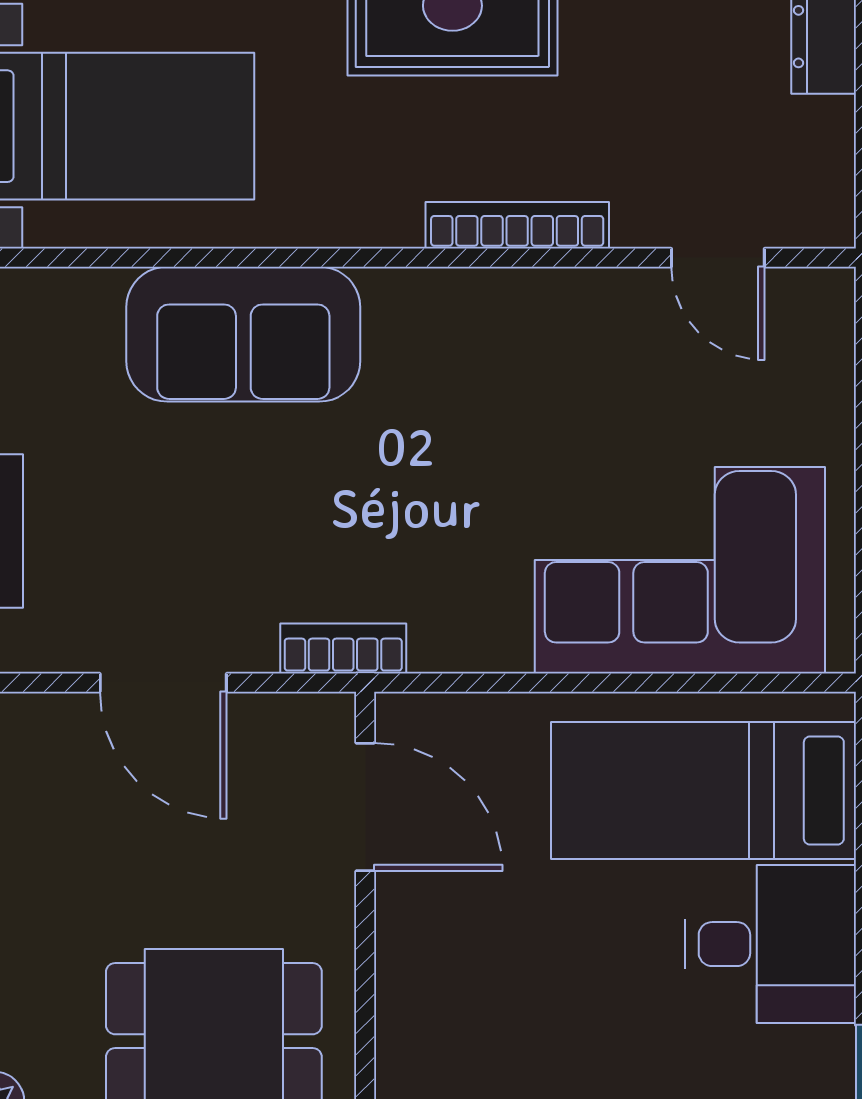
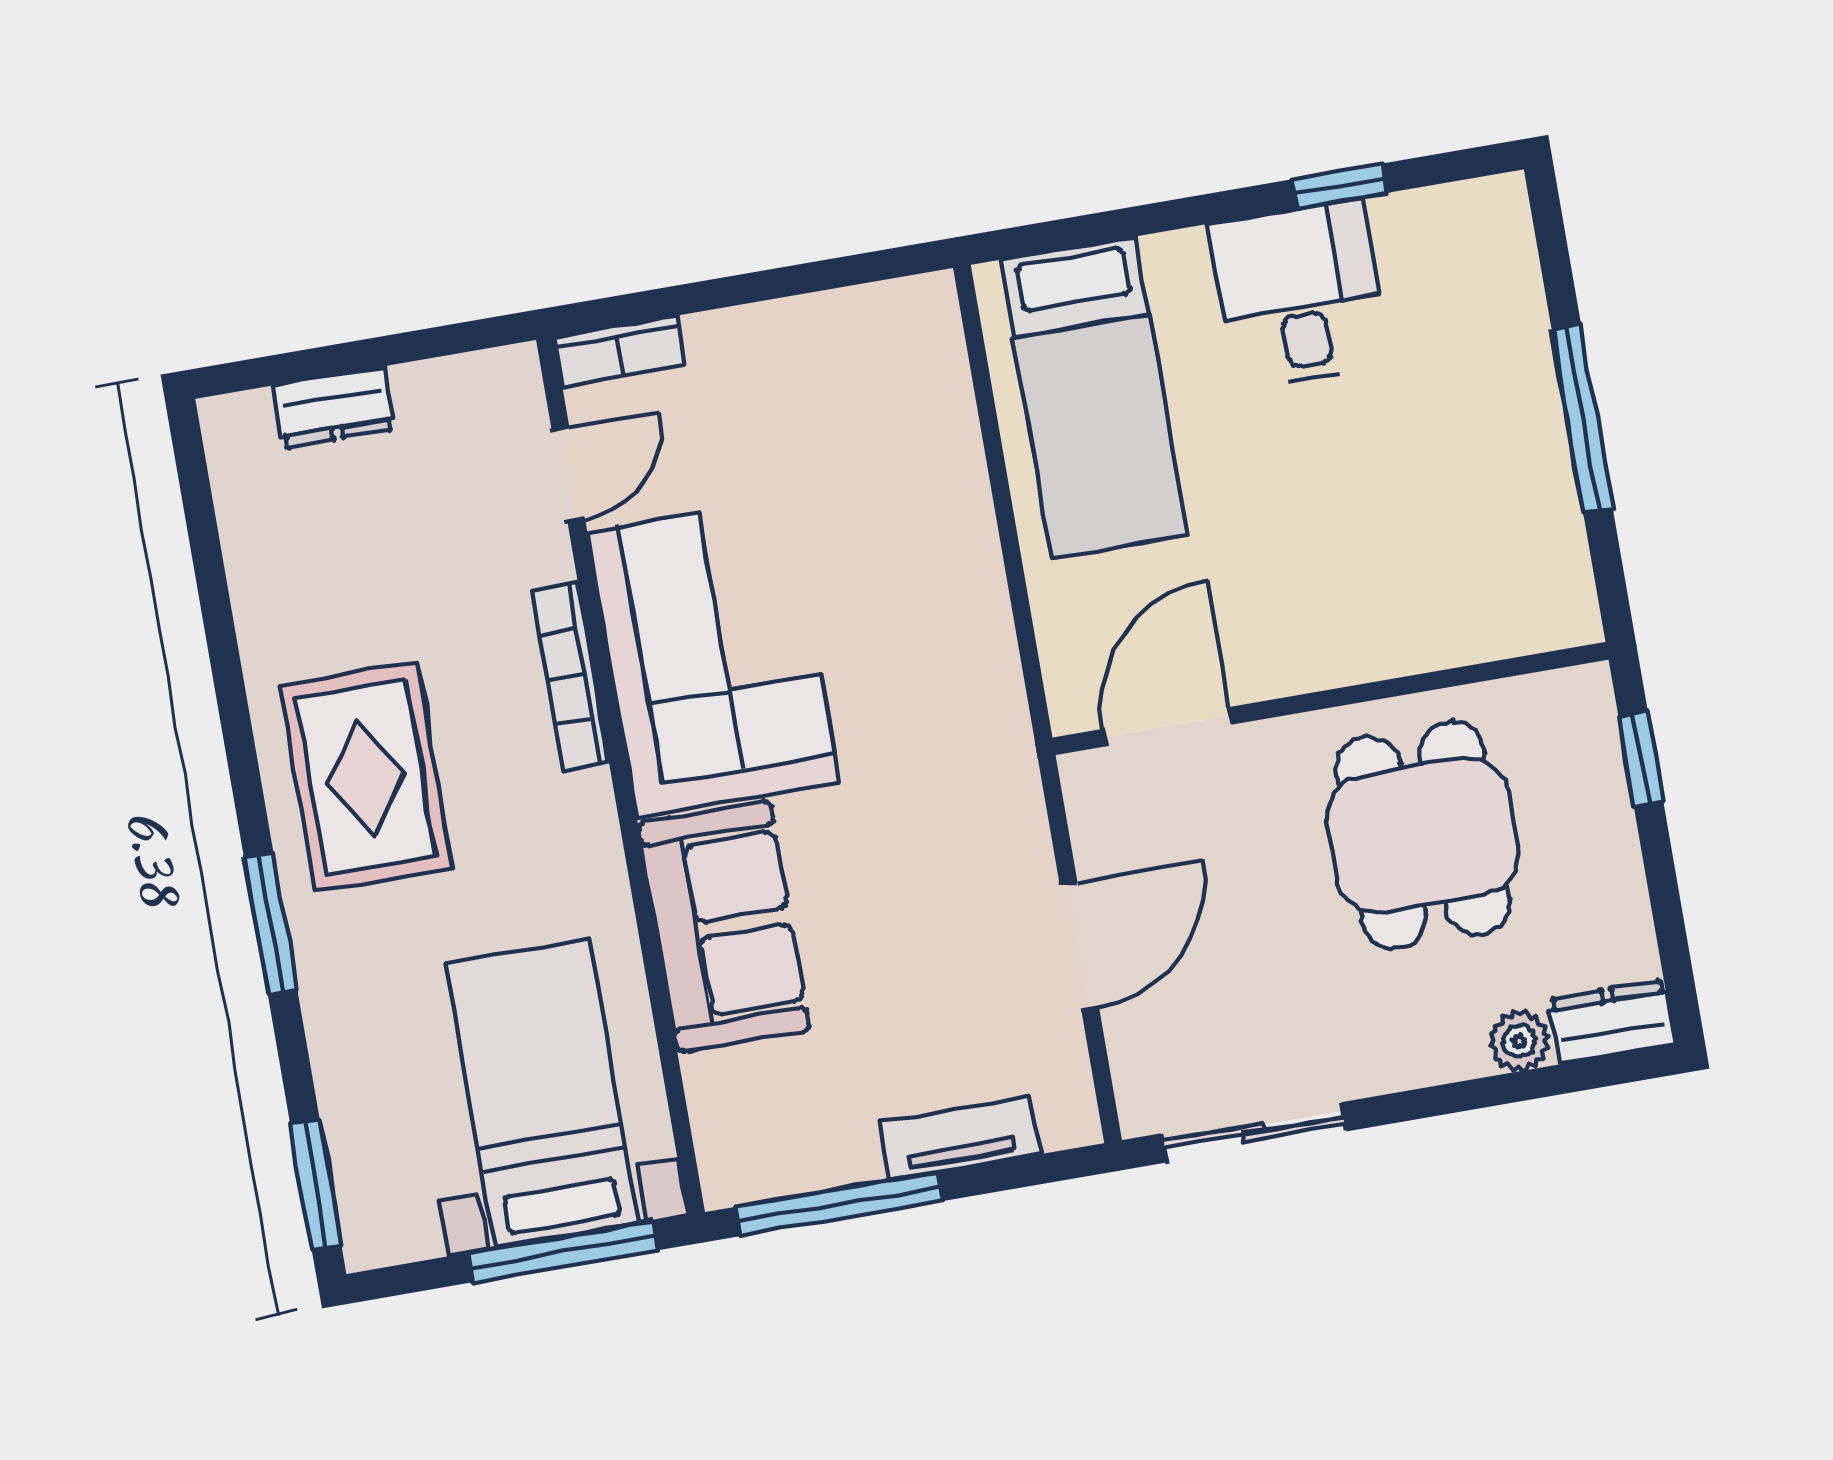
corner sofa: (680, 570) -> (714, 658), moved, turned 180
bookcase: (343, 649) -> (620, 351), moved, turned -90
desk: (770, 944) -> (1299, 294), moved

